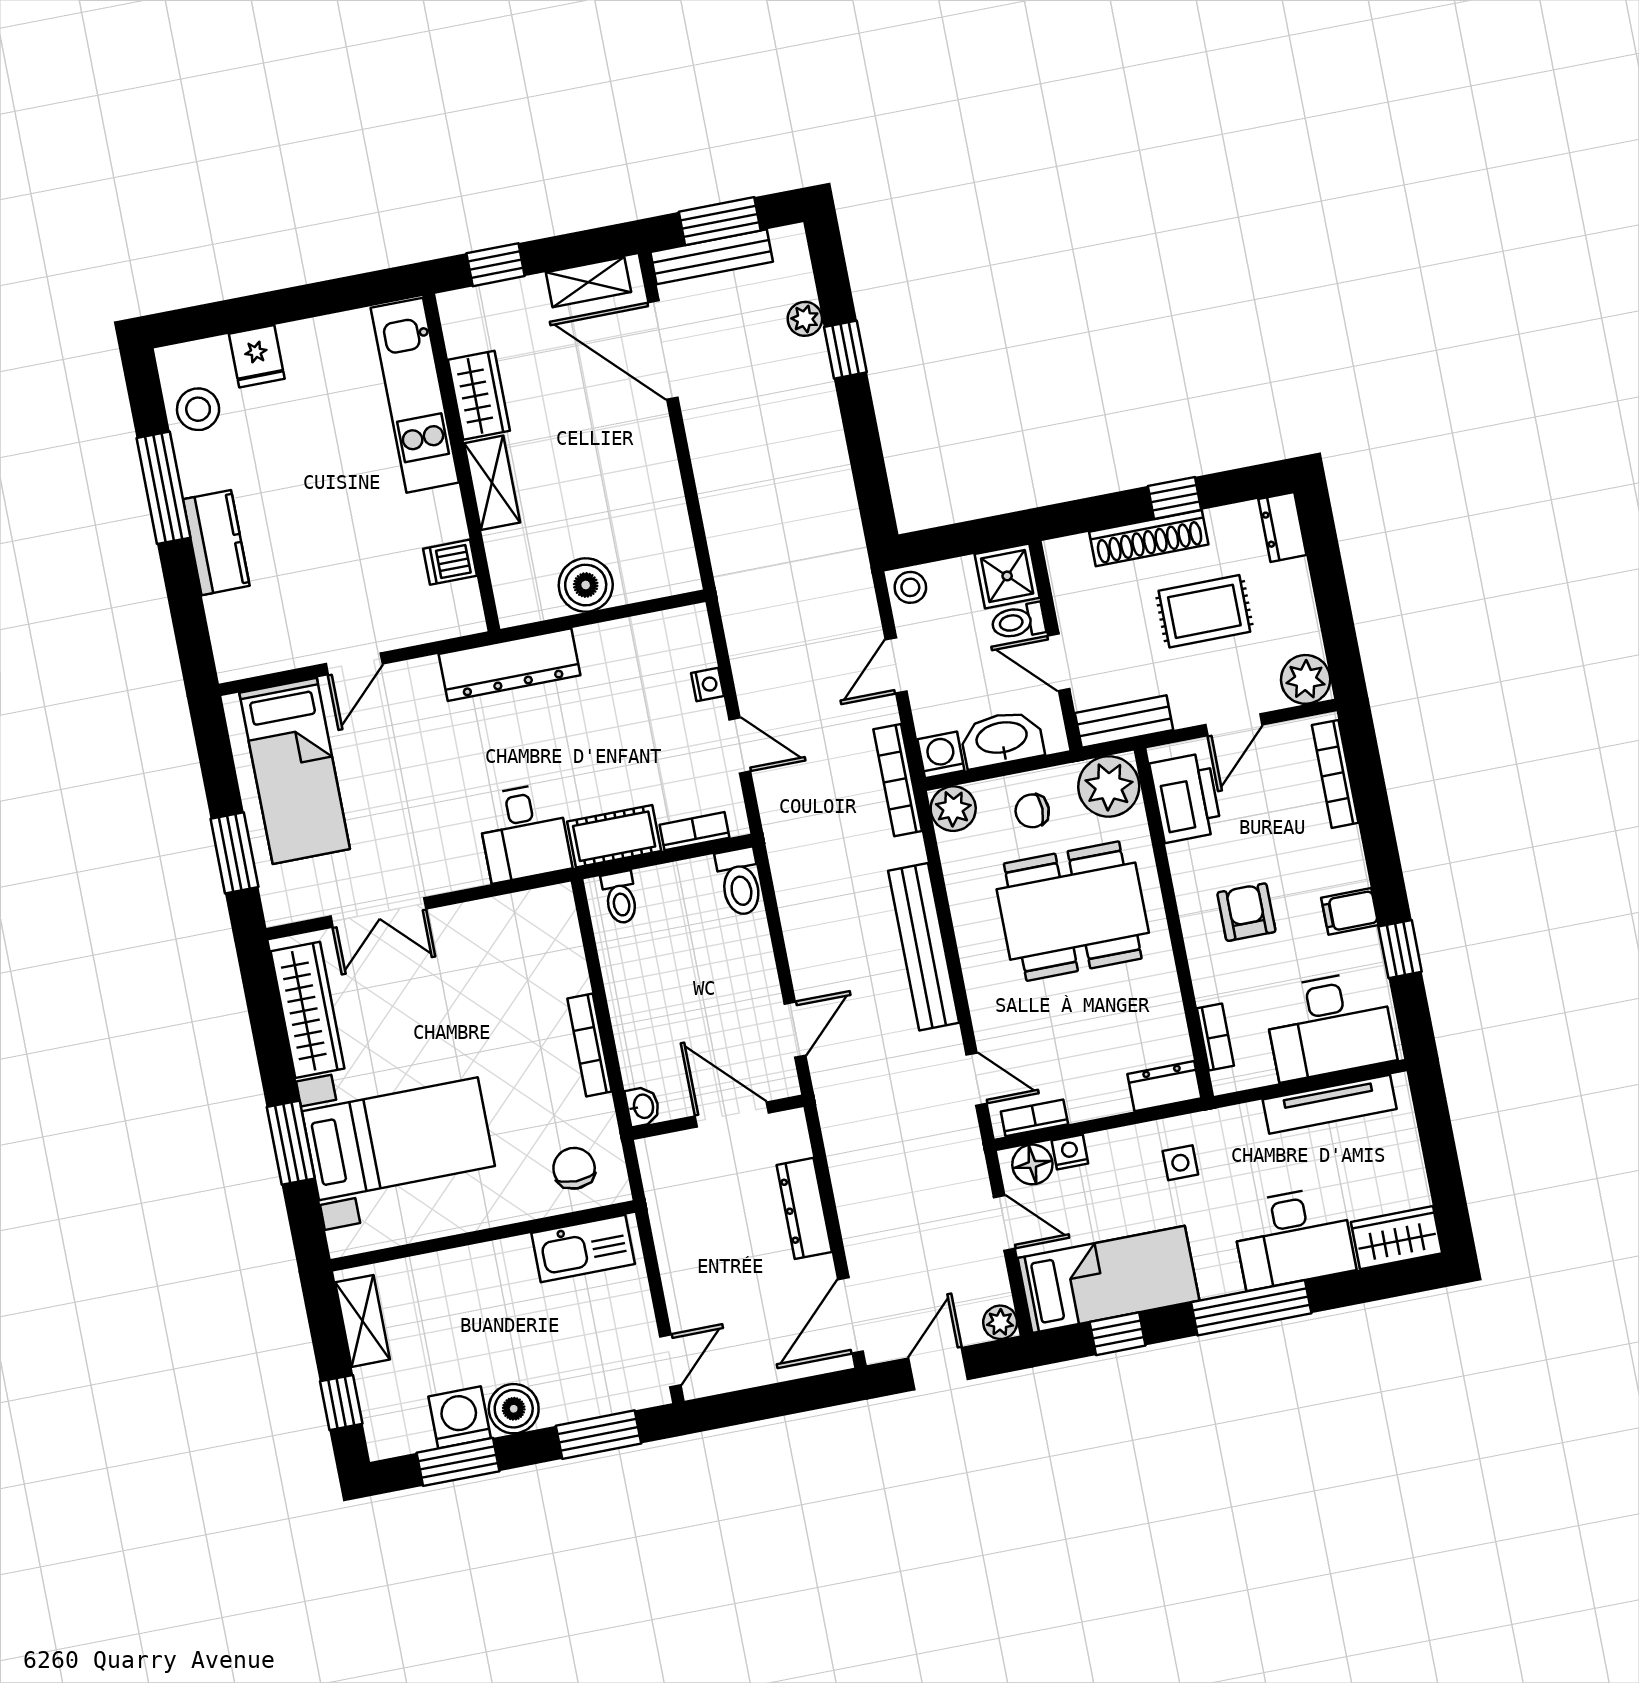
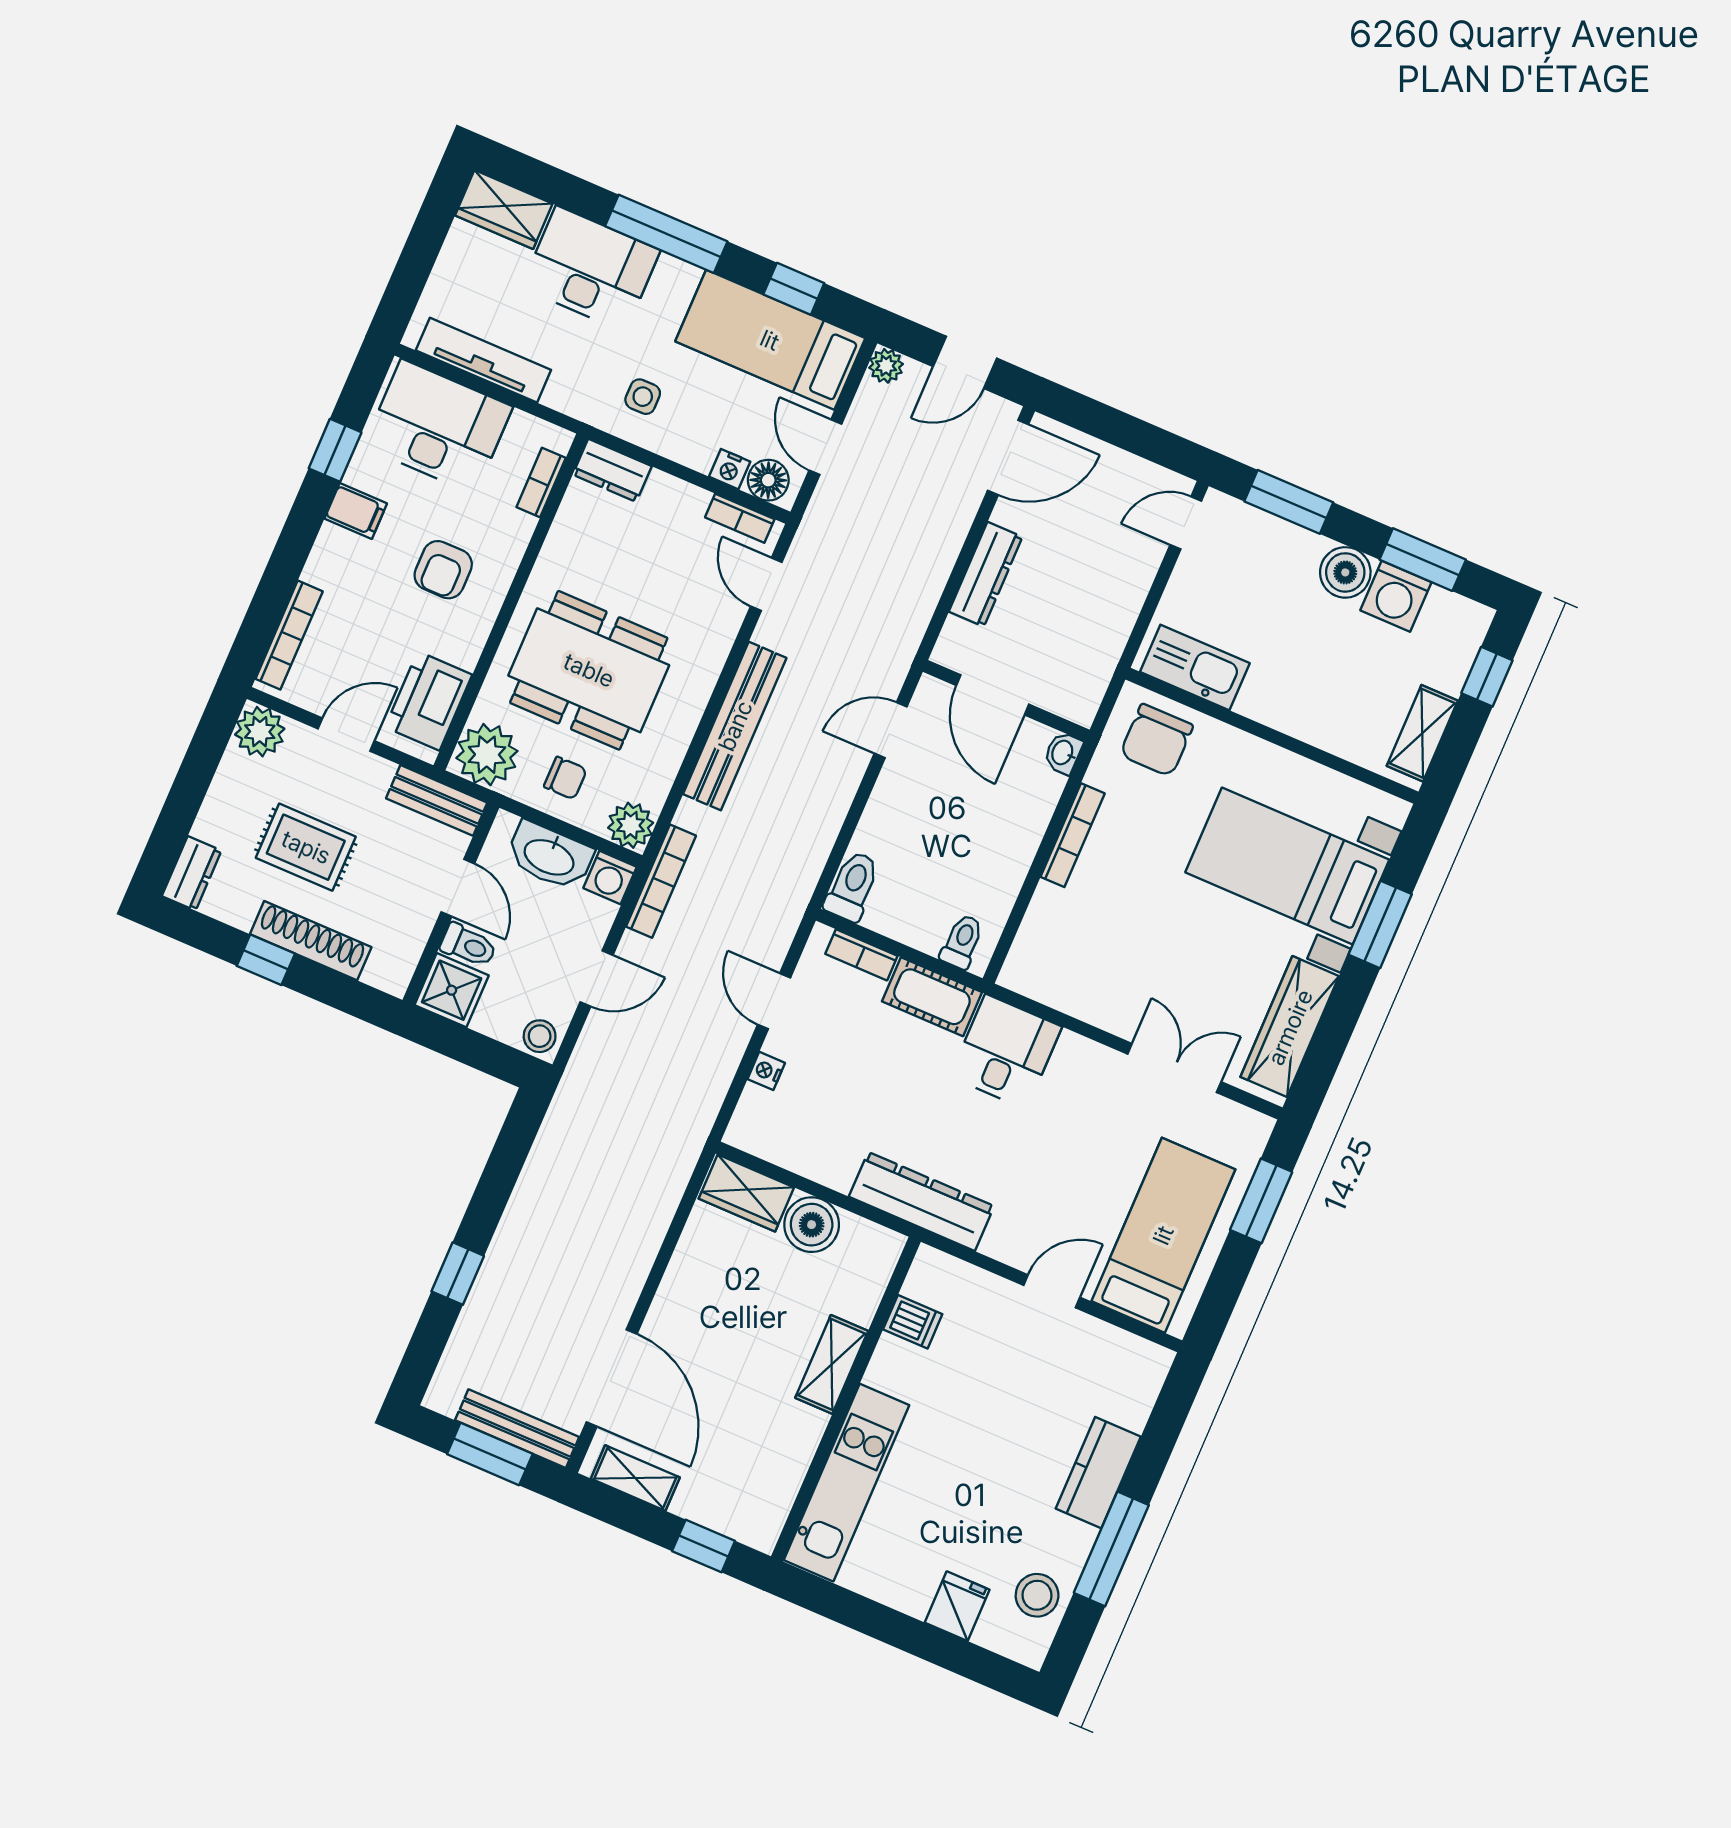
plant: (805, 319) -> (474, 1323), removed
wardrobe: (479, 395) -> (746, 1193), moved, turned -90
chair: (574, 1168) -> (1156, 740), width x1.37, depth x1.37

